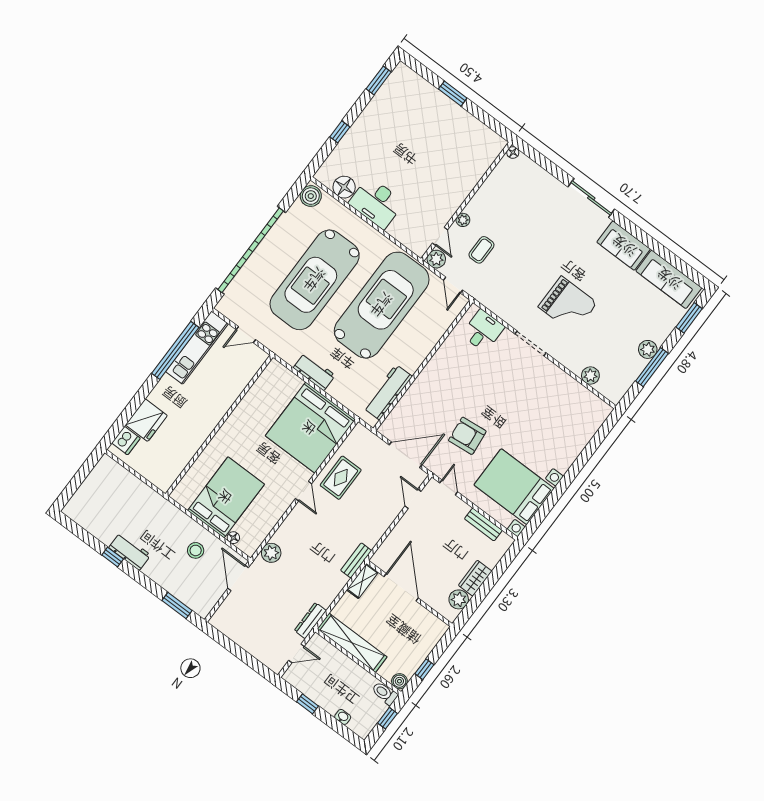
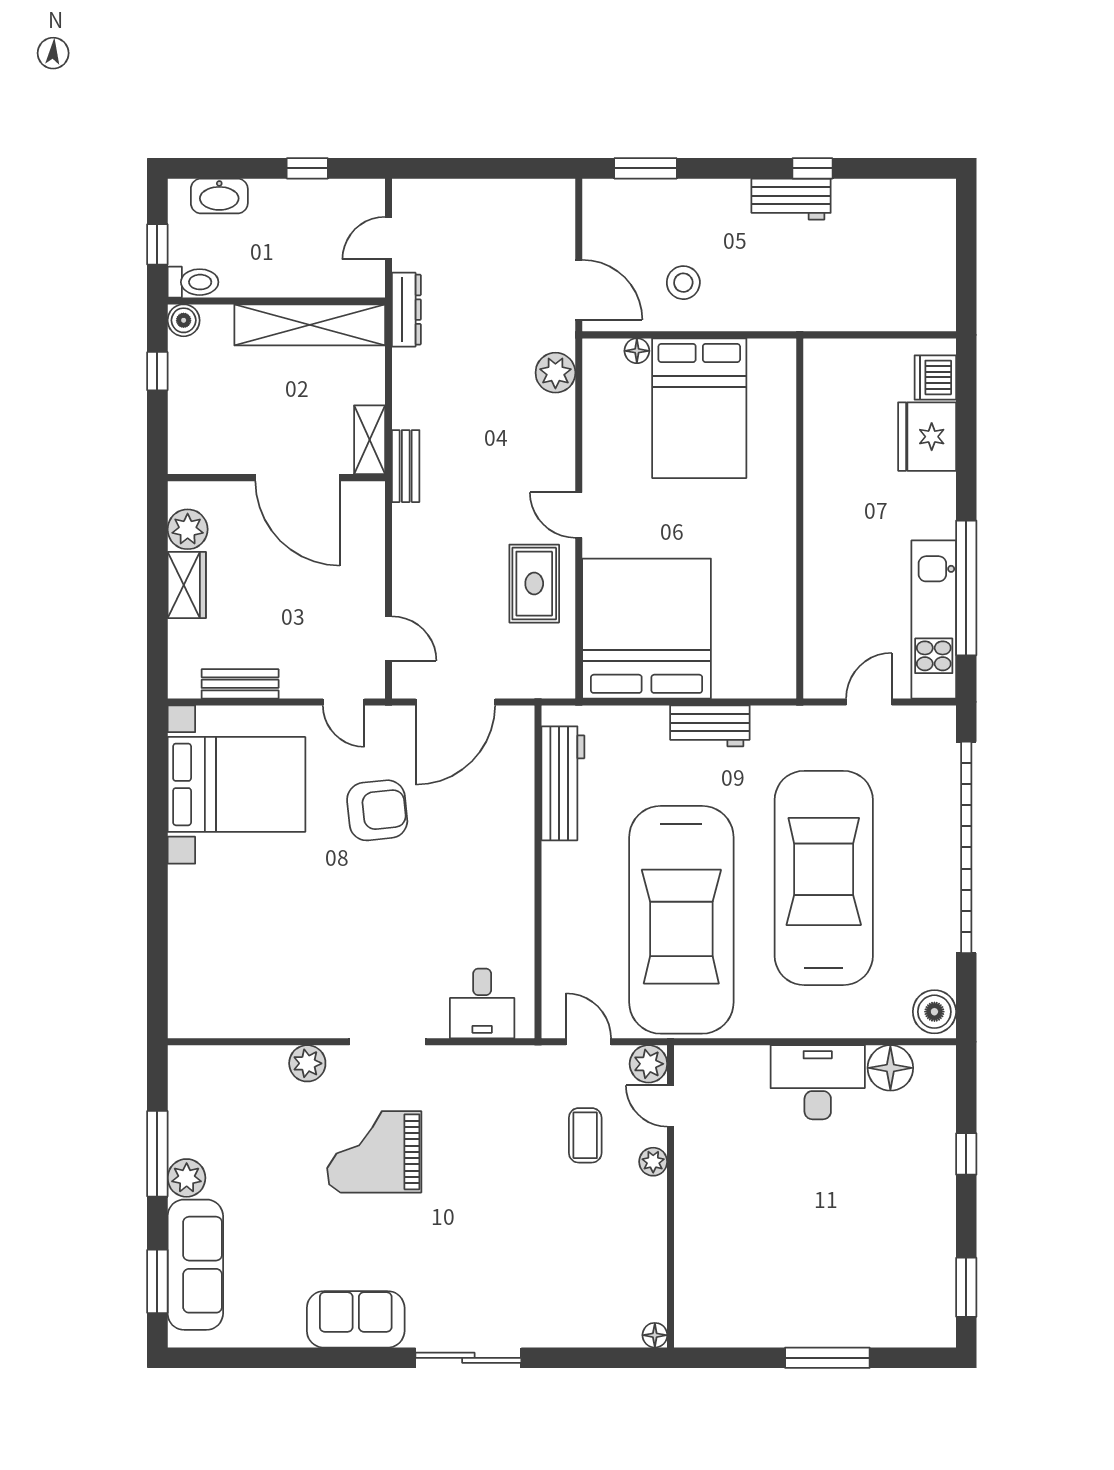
window: (453, 94) -> (827, 1358), width x1.44
sofa: (669, 279) -> (195, 1265), moved, turned 90
plant: (590, 376) -> (307, 1063), moved
washbasin: (343, 717) -> (219, 196), width x1.91, depth x1.45

